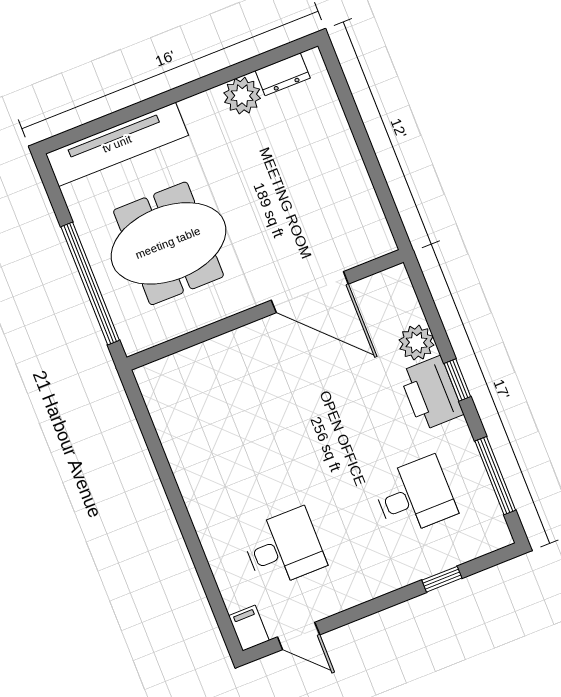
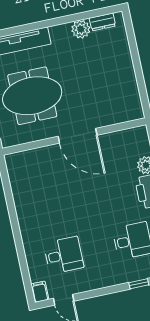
door: (310, 292) -> (78, 136), moved

